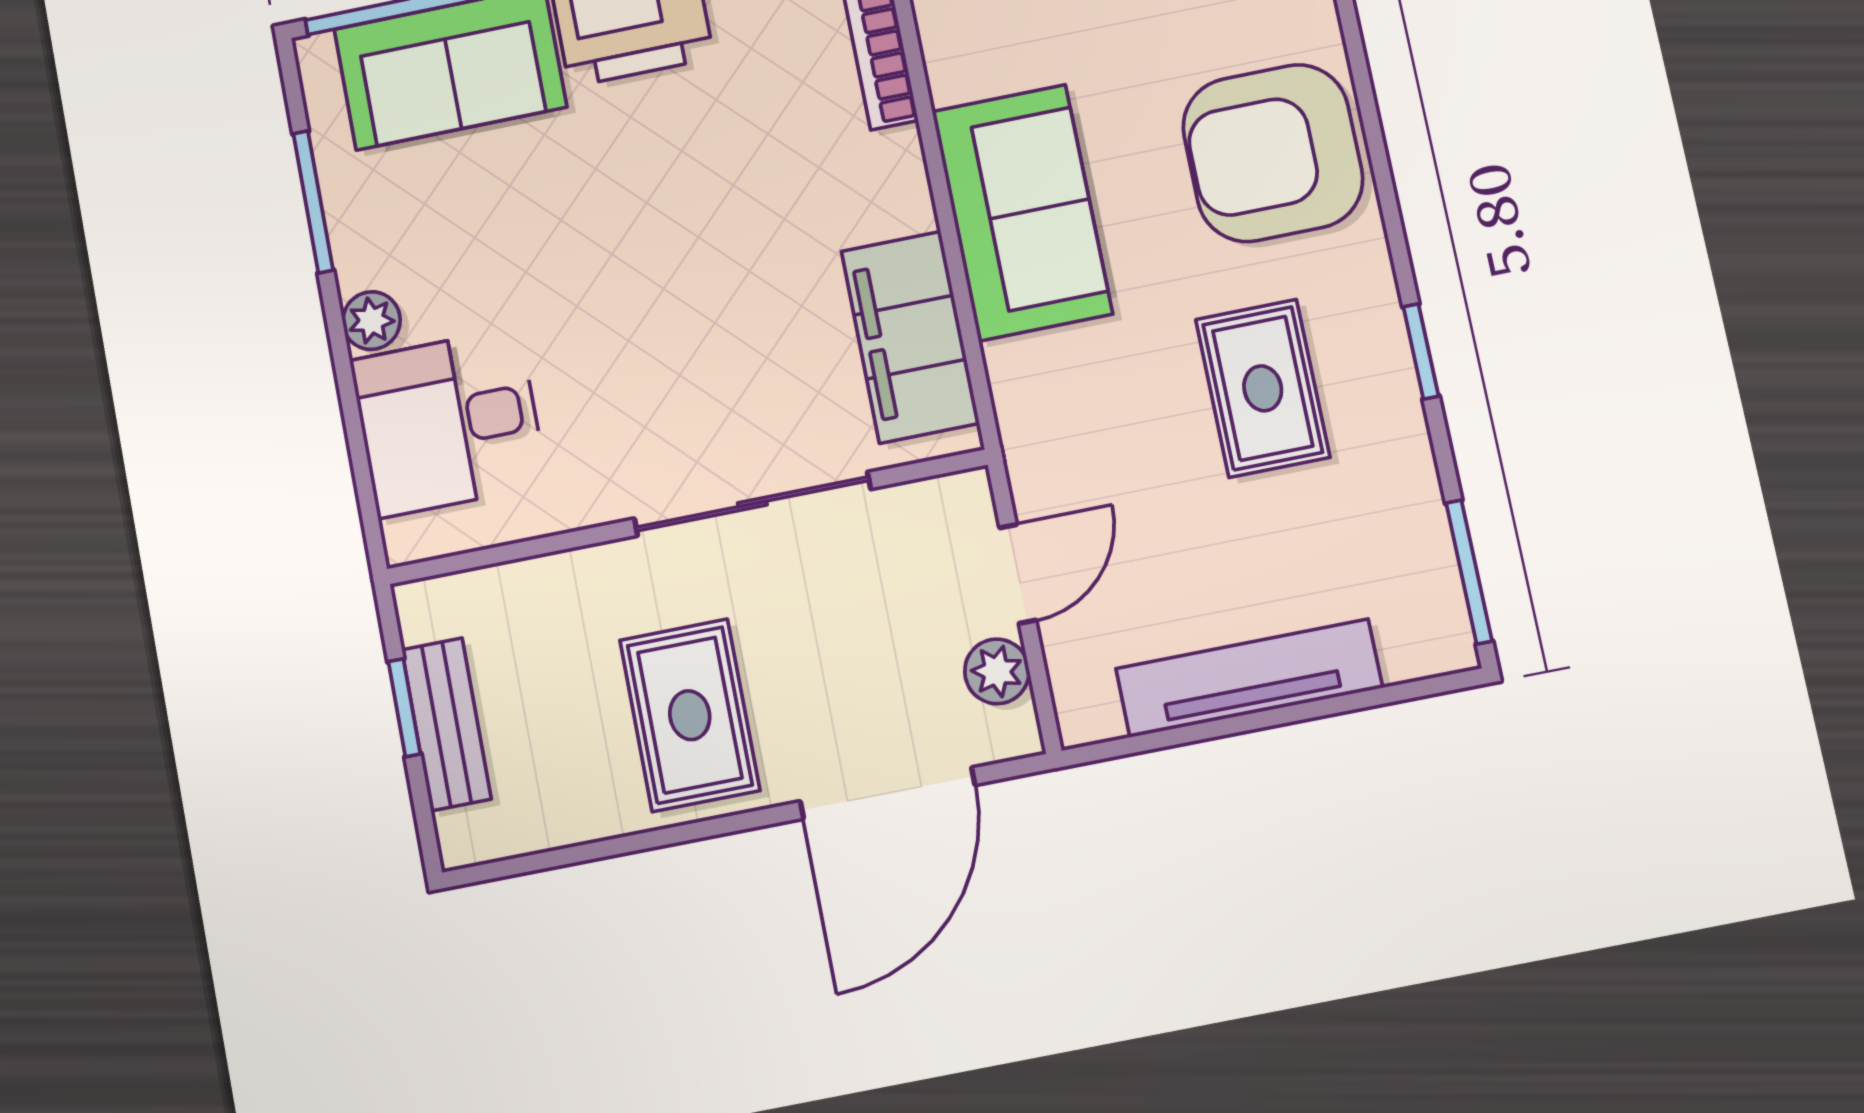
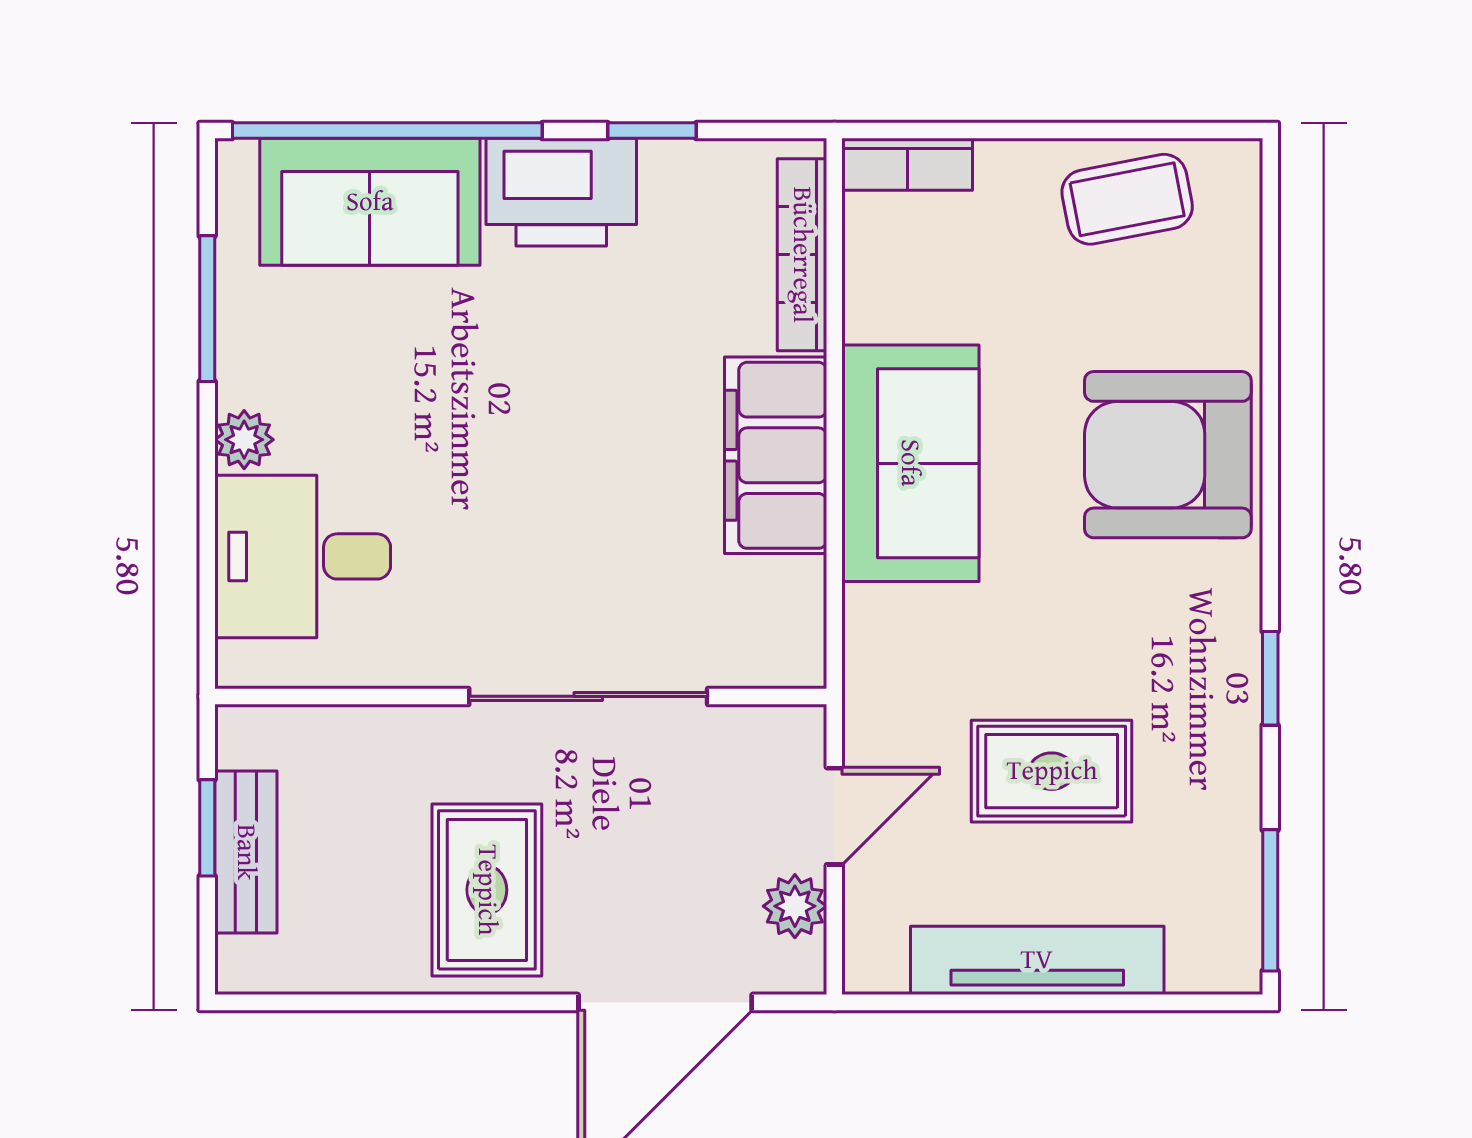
filing cabinet: (910, 337) -> (776, 455), moved
rug: (1263, 388) -> (1052, 771), moved, turned 90

